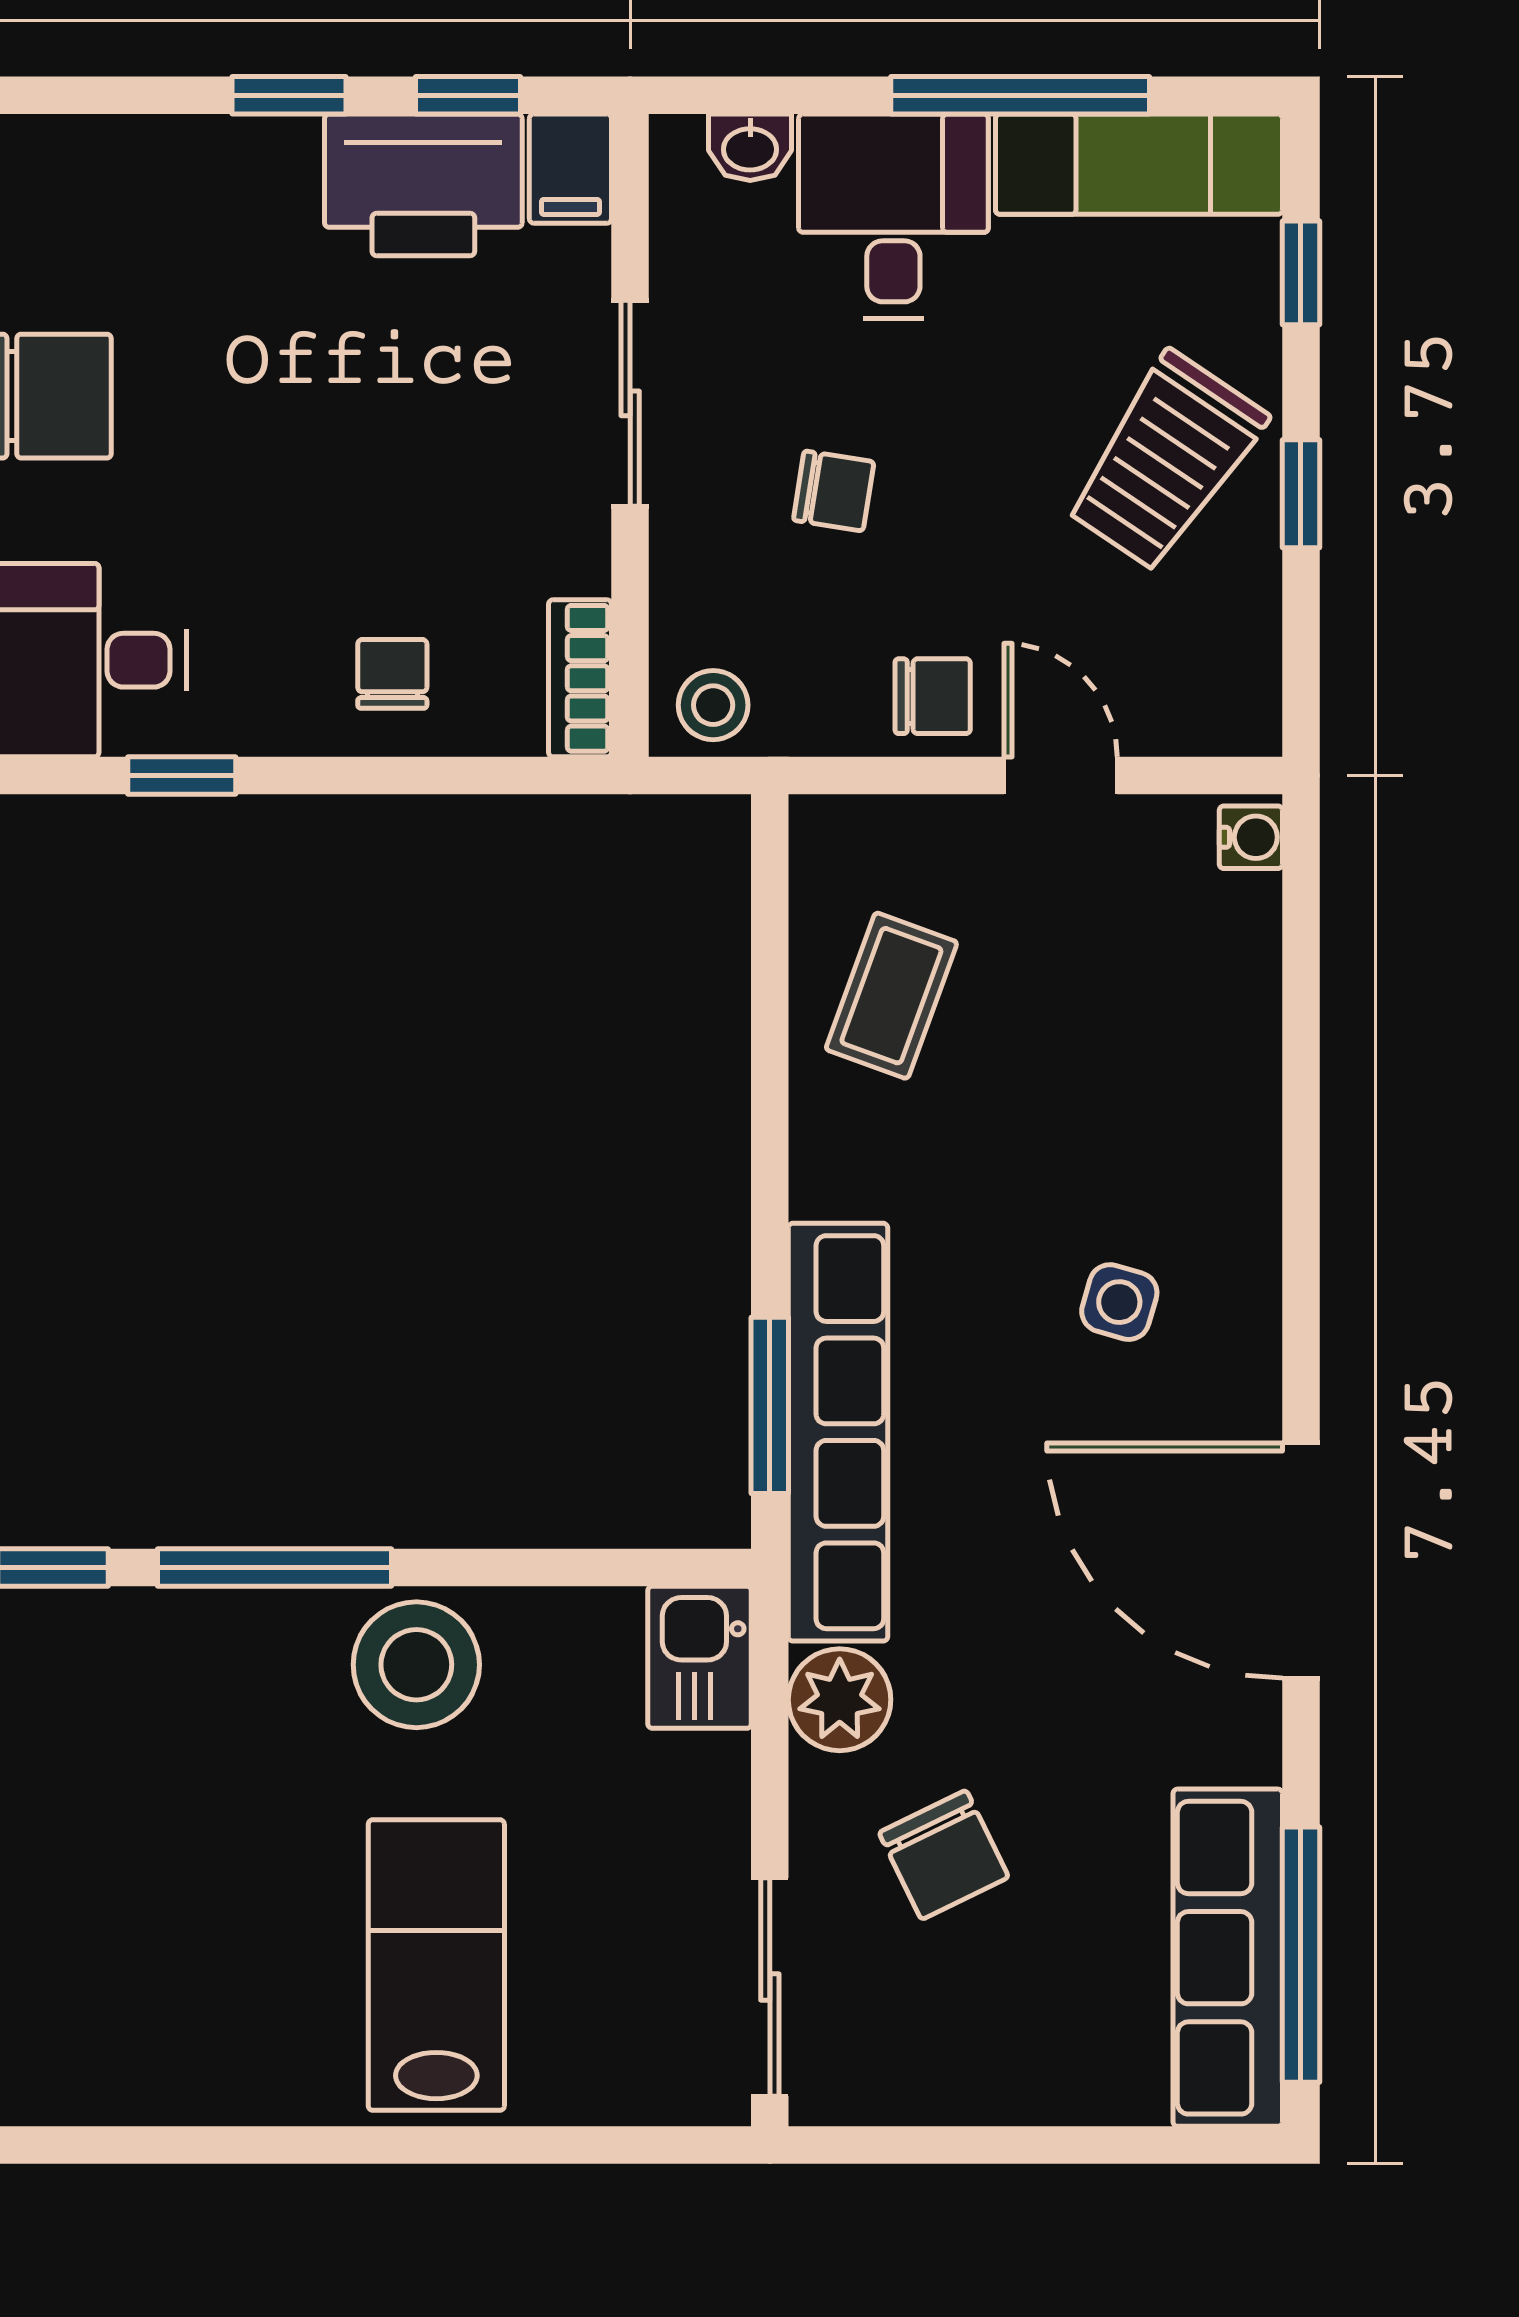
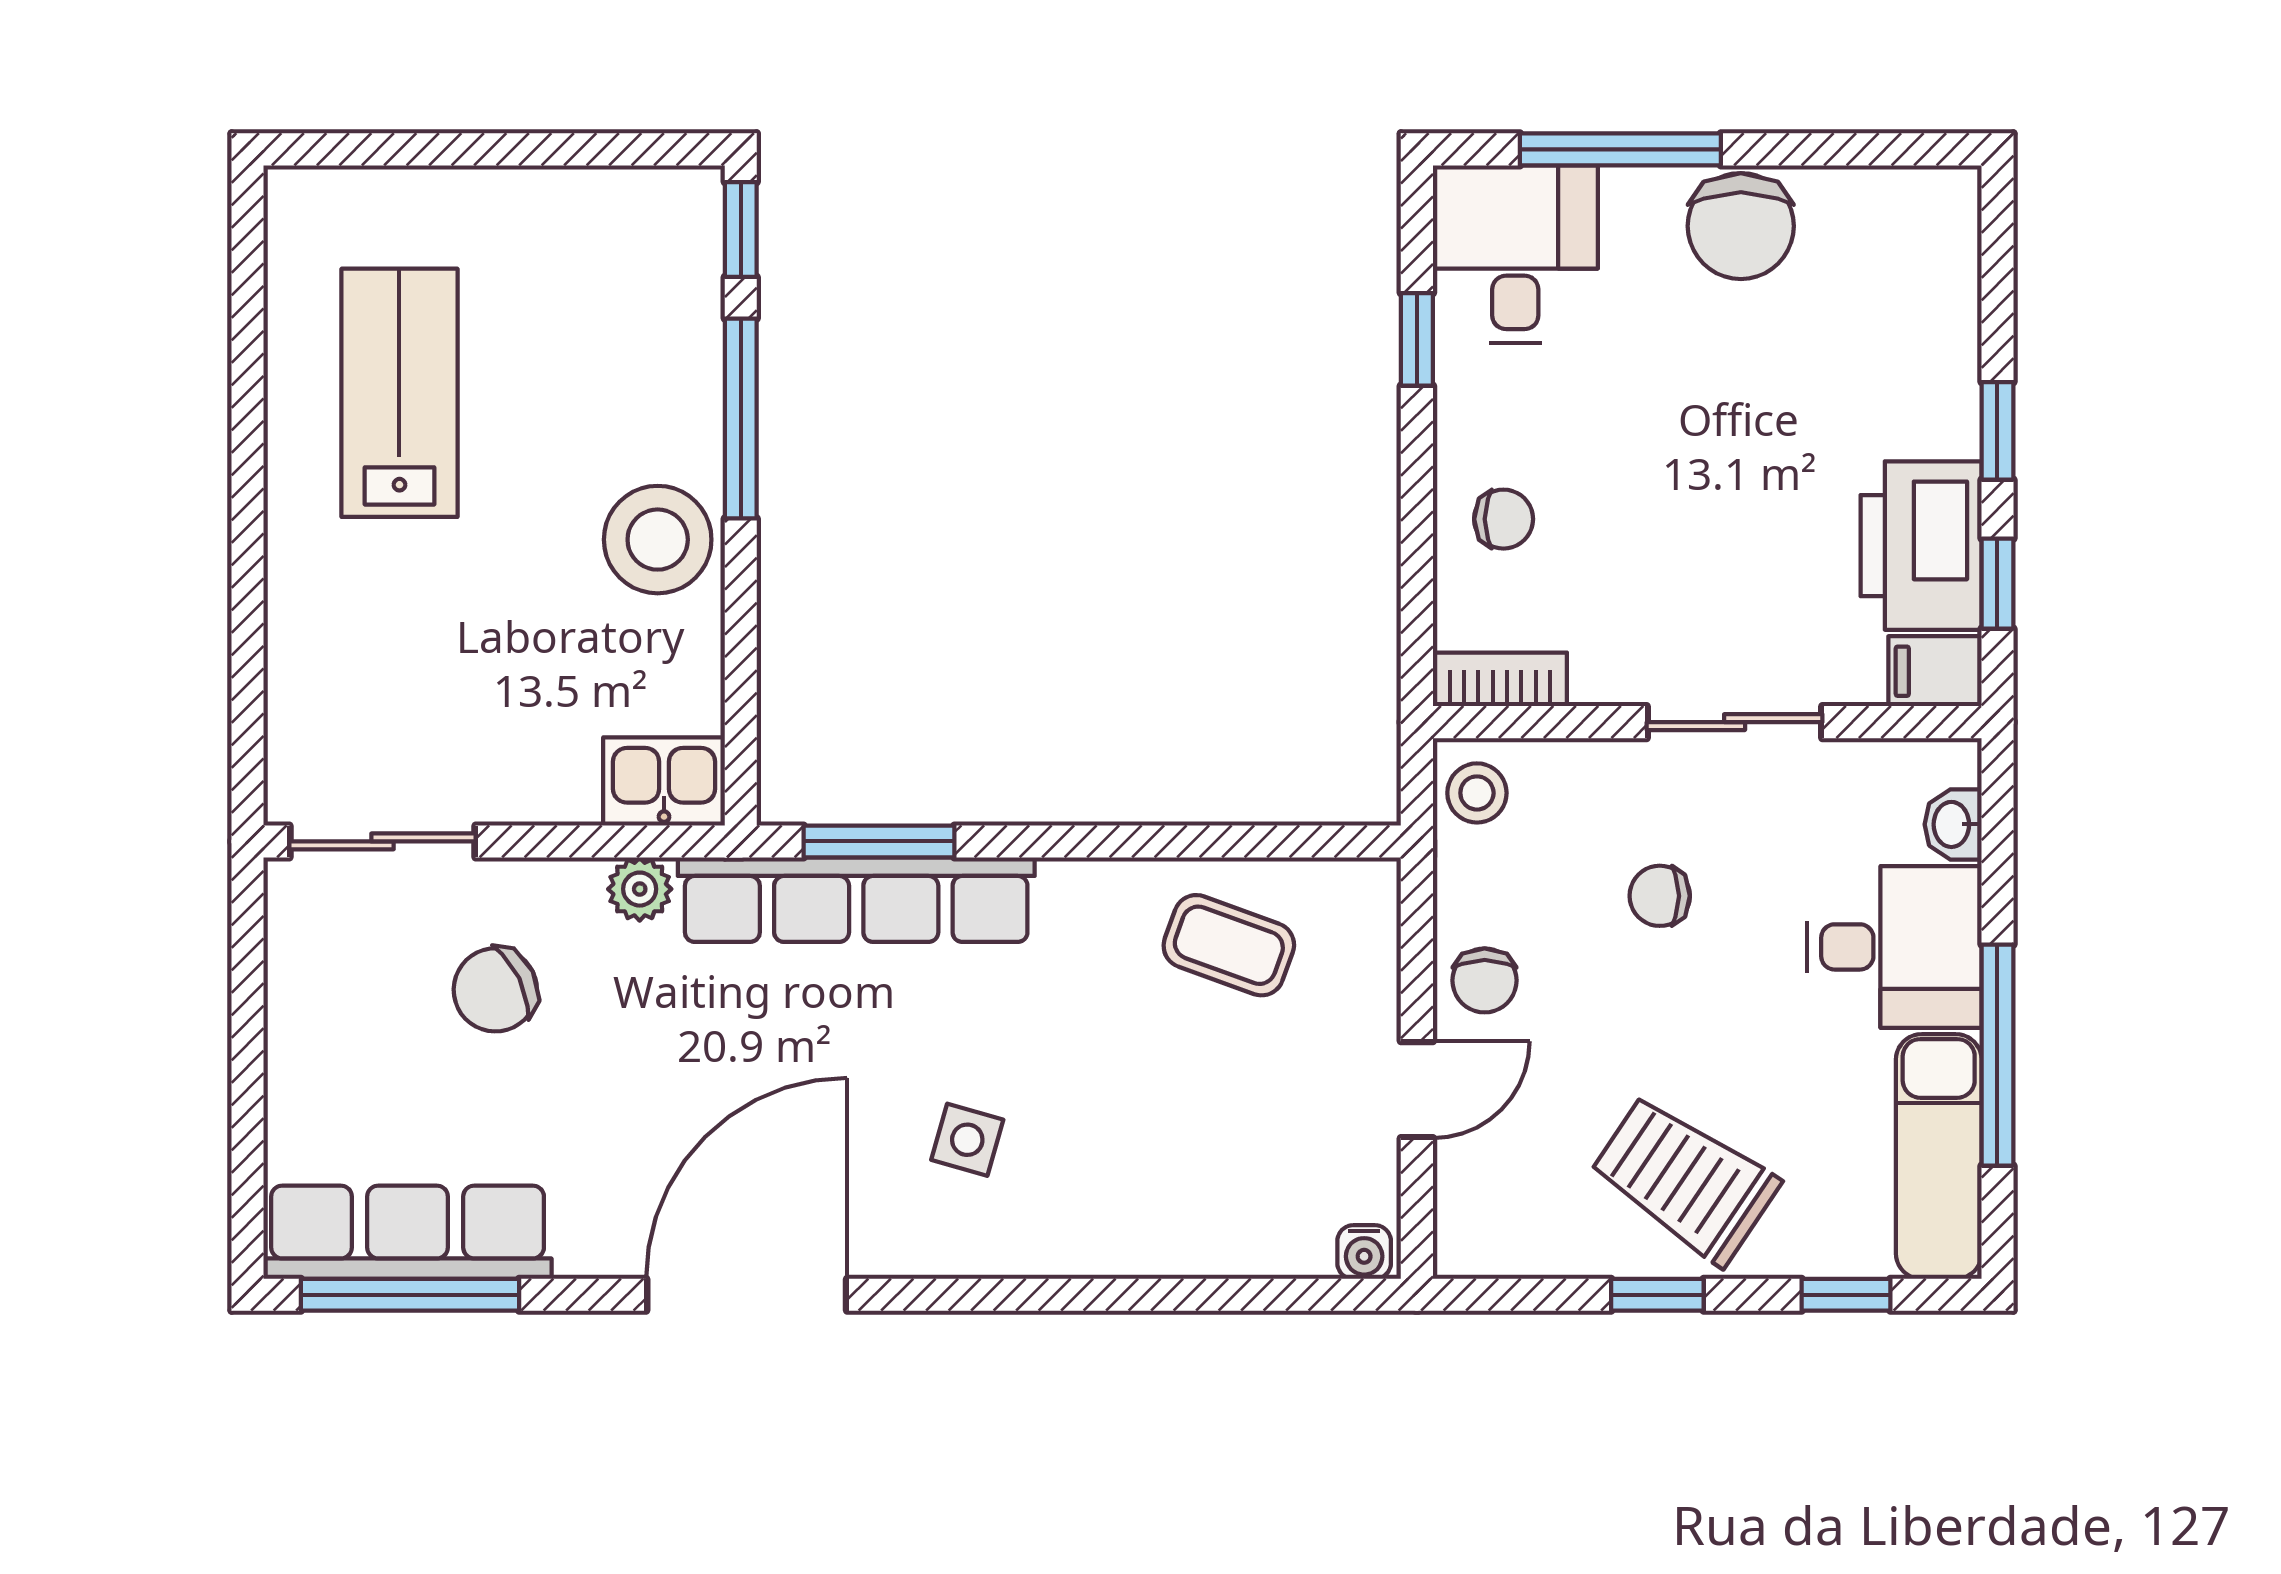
chair: (834, 491) -> (1660, 896), turned 81
plant: (840, 1700) -> (640, 889), width x0.73, depth x0.73
lab bench: (436, 1965) -> (399, 393), moved, turned -90

